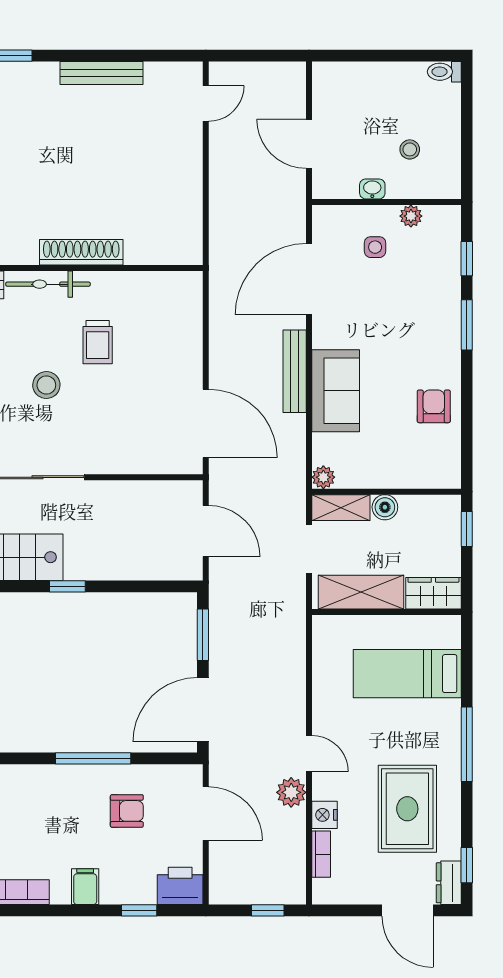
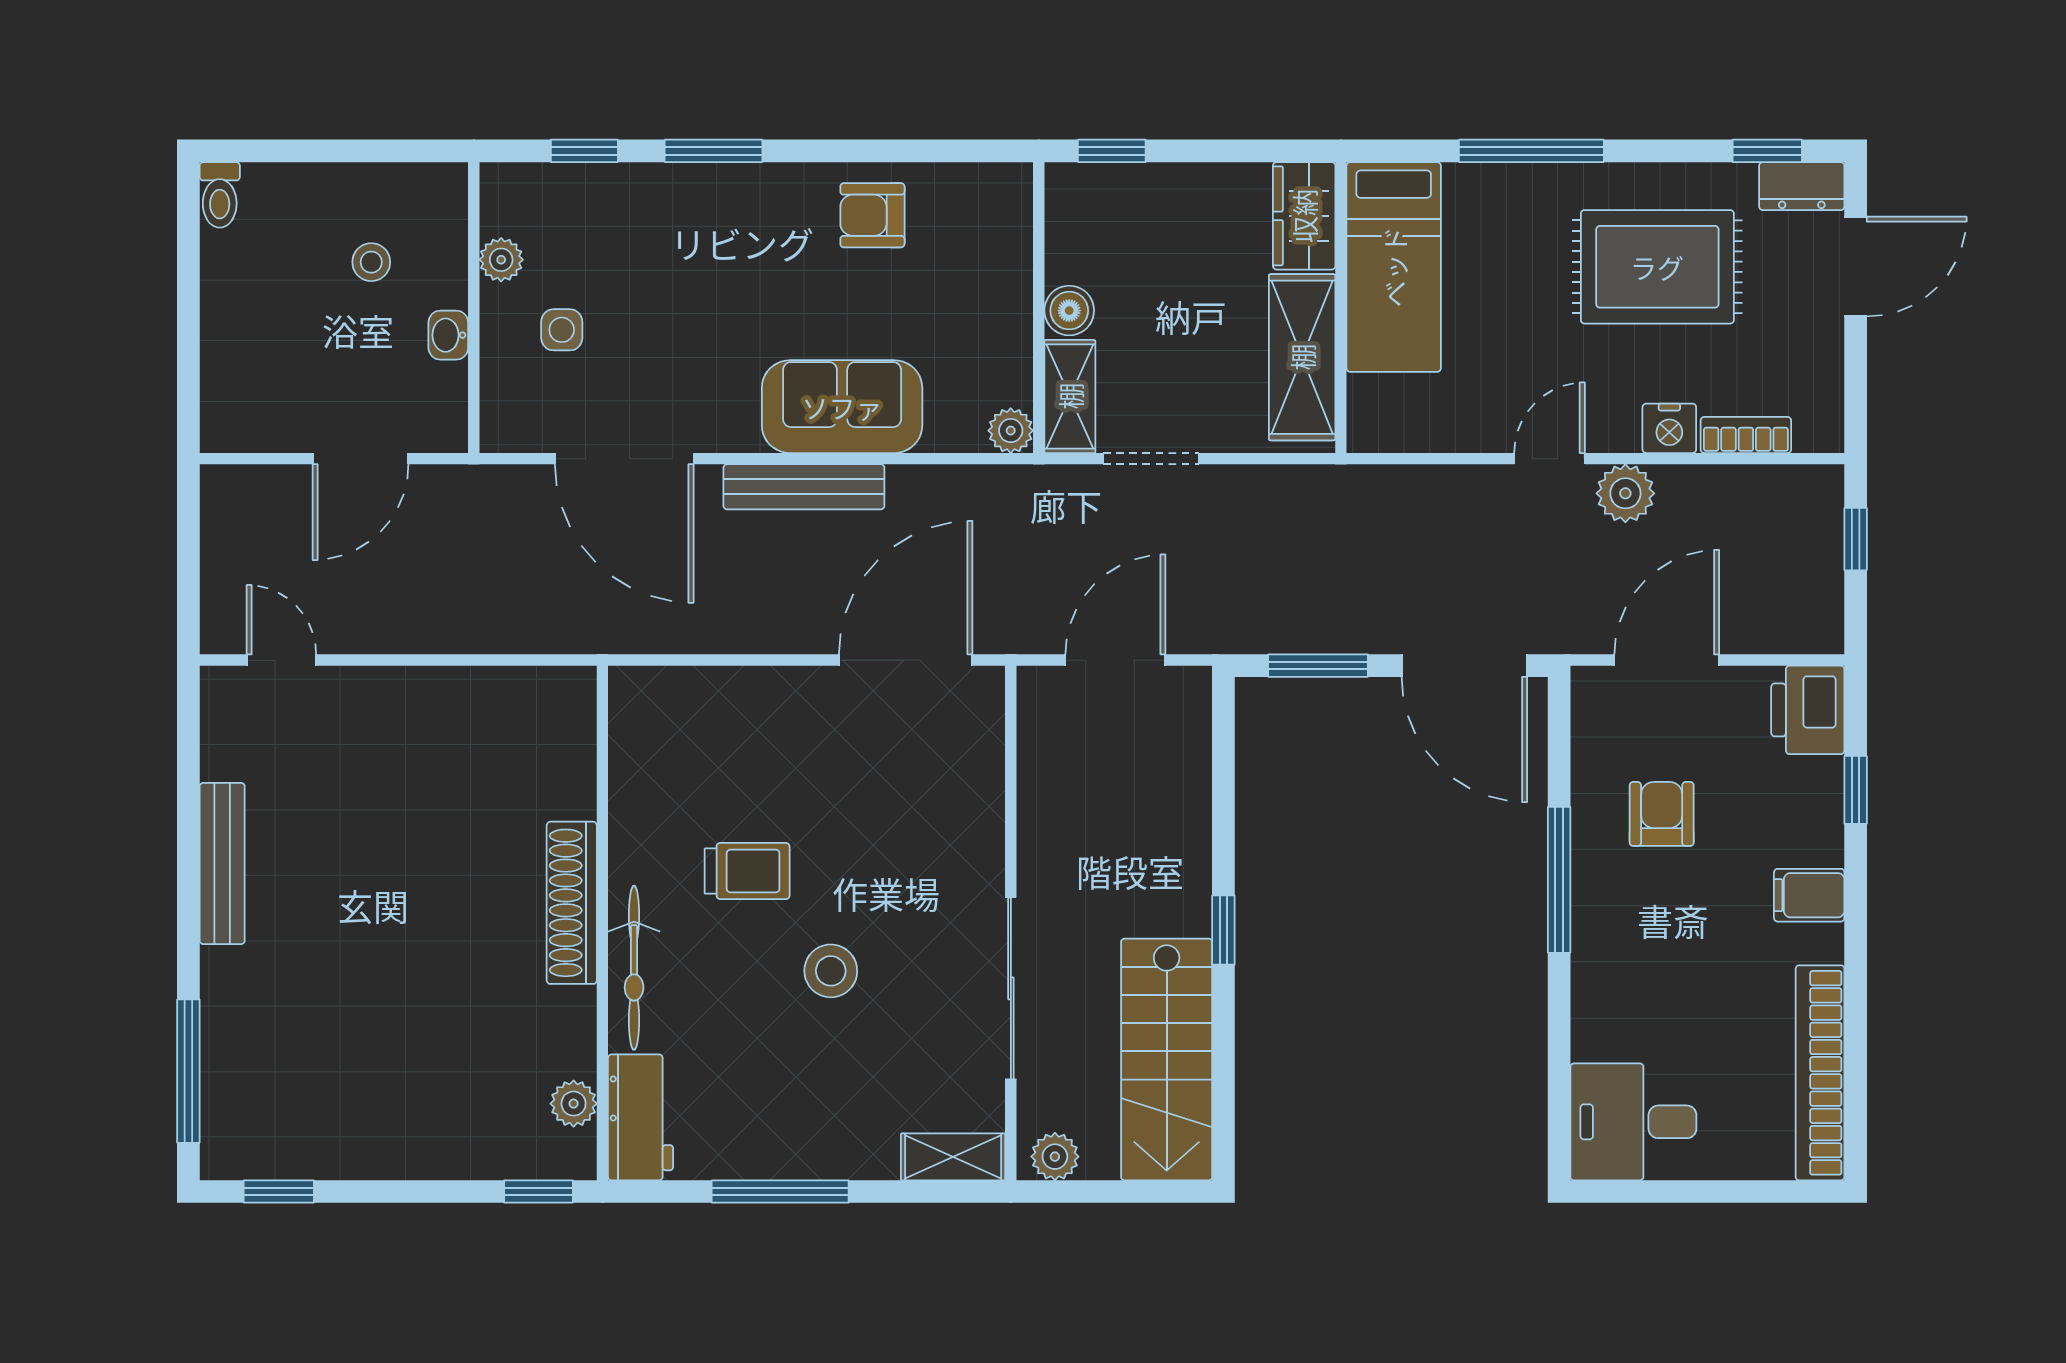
shelving: (361, 592) -> (1302, 357), moved
wardrobe: (433, 593) -> (1304, 216), moved
wall: (386, 612) -> (1341, 308), moved

